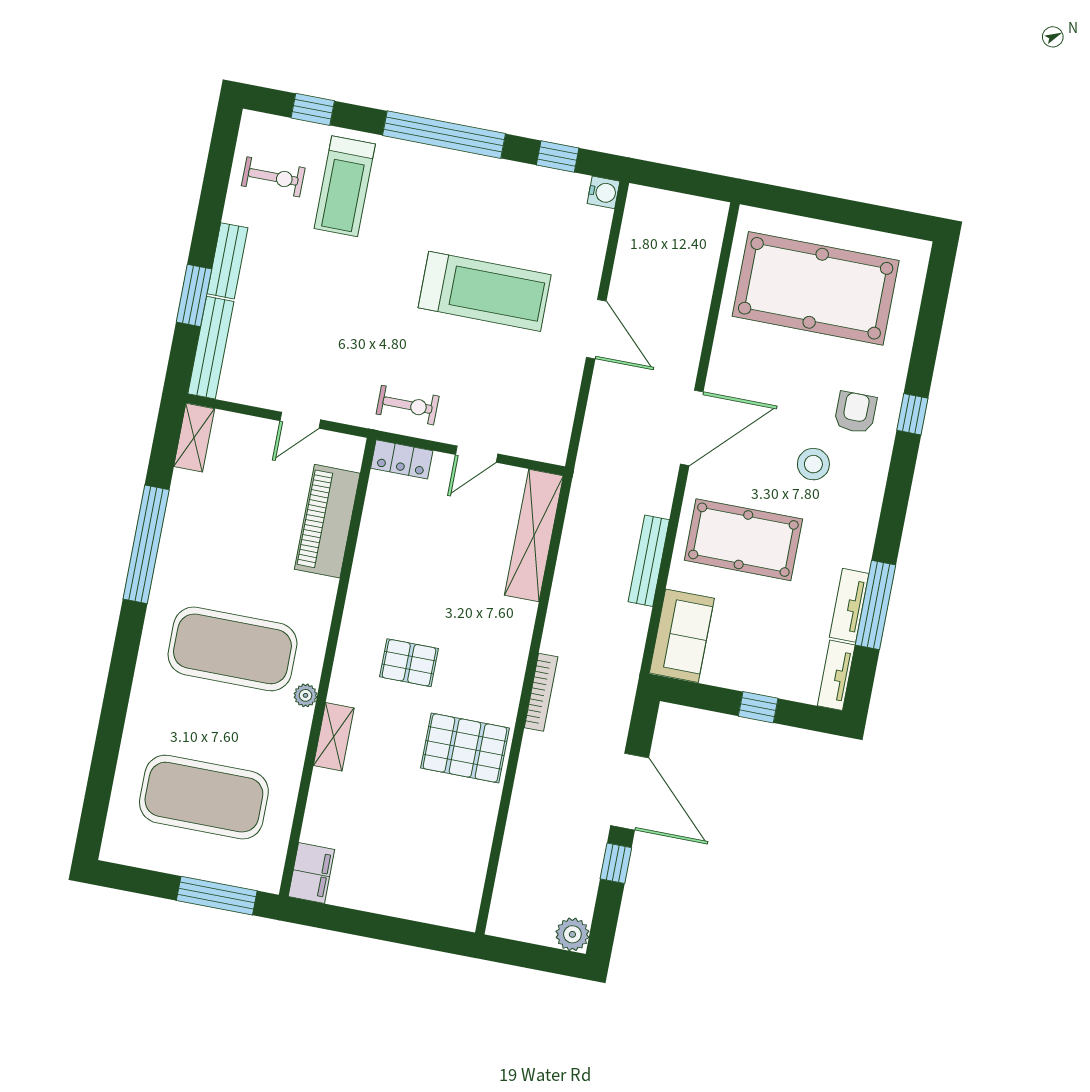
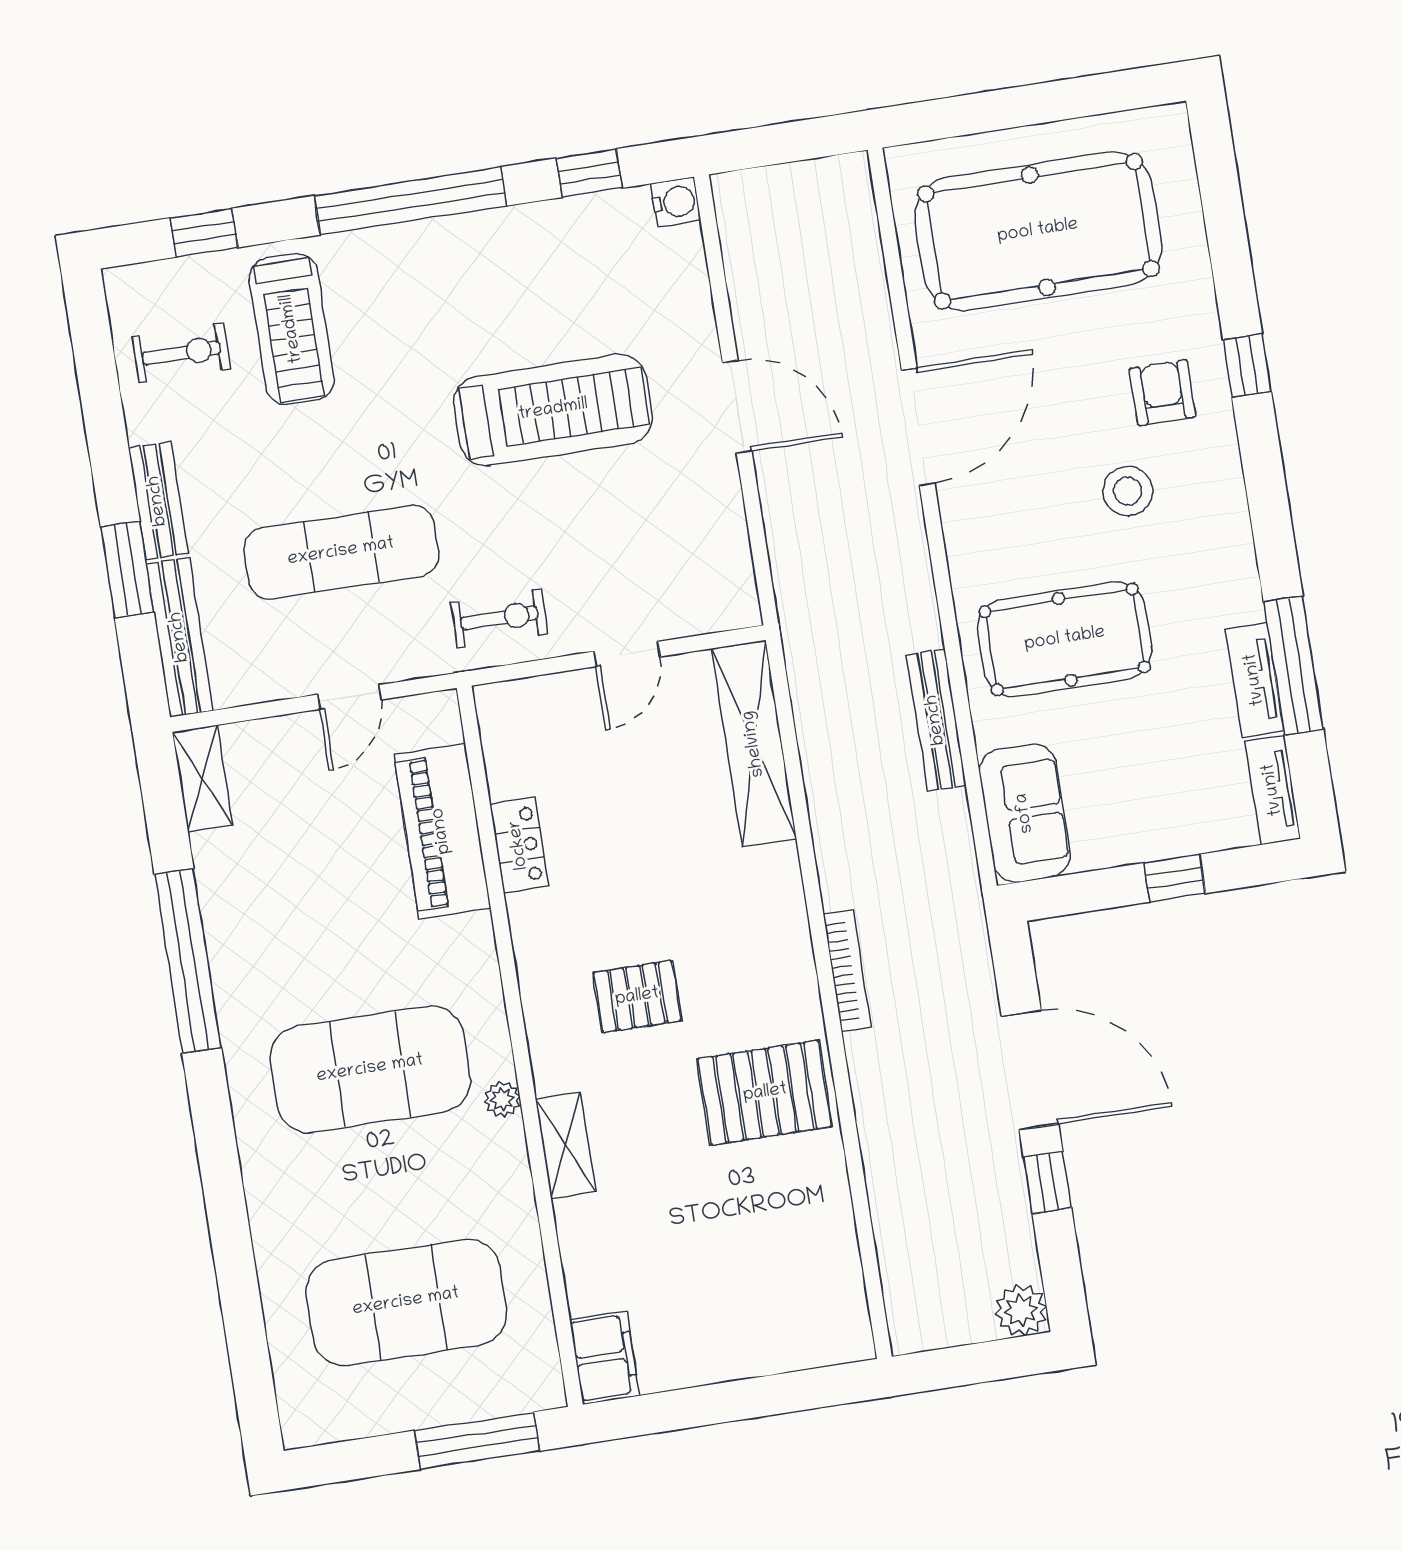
exercise mat: (327, 331) -> (341, 552), added
door: (692, 428) -> (918, 427), moved
locker: (402, 459) -> (519, 845), moved, turned -90

